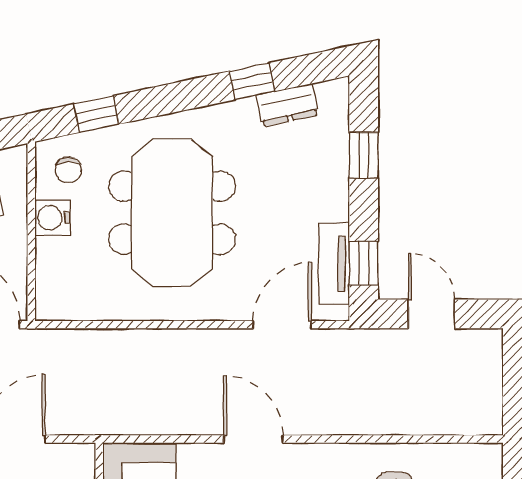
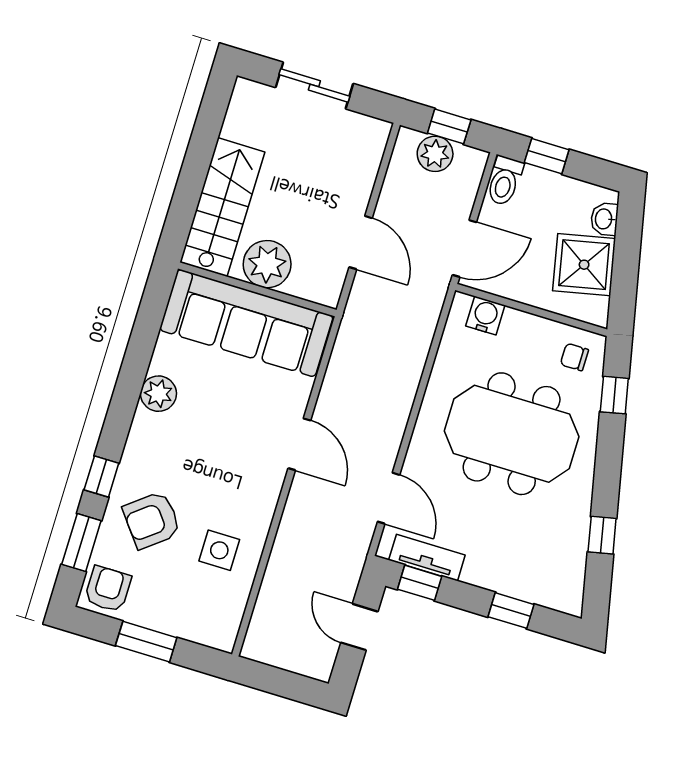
dresser: (287, 105) -> (573, 559), removed
water cooler: (53, 218) -> (485, 316), moved
door: (431, 314) -> (359, 627), swing flipped
door: (253, 439) -> (299, 444), hinge flipped

